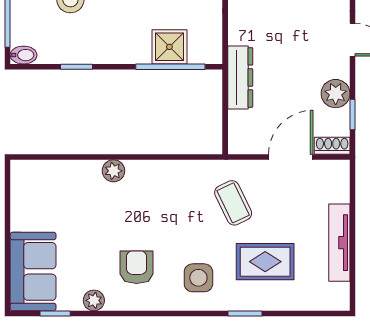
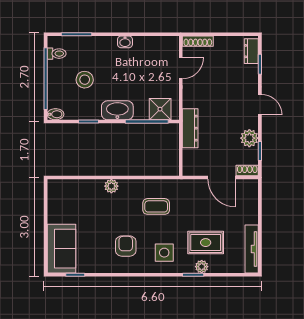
shower: (169, 47) -> (160, 109), moved
washbasin: (123, 49) -> (117, 110), added
door: (291, 157) -> (221, 178), swing flipped
coffee table: (233, 203) -> (156, 206), moved, turned -64
tv unit: (339, 243) -> (252, 249), moved
plant: (94, 300) -> (202, 267), moved

